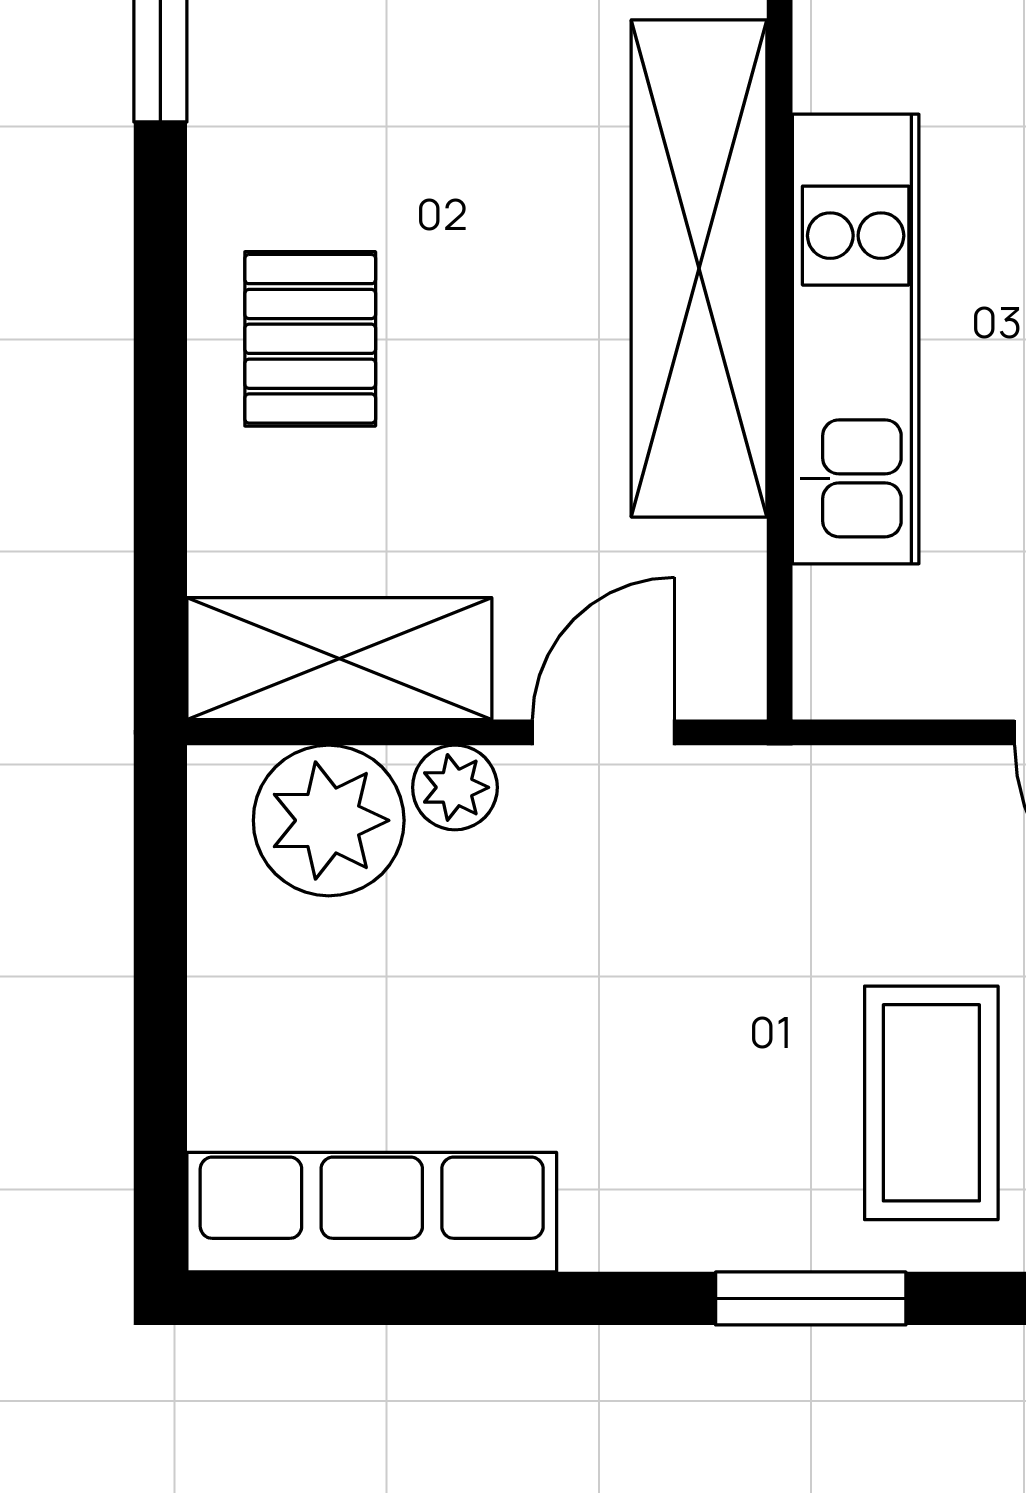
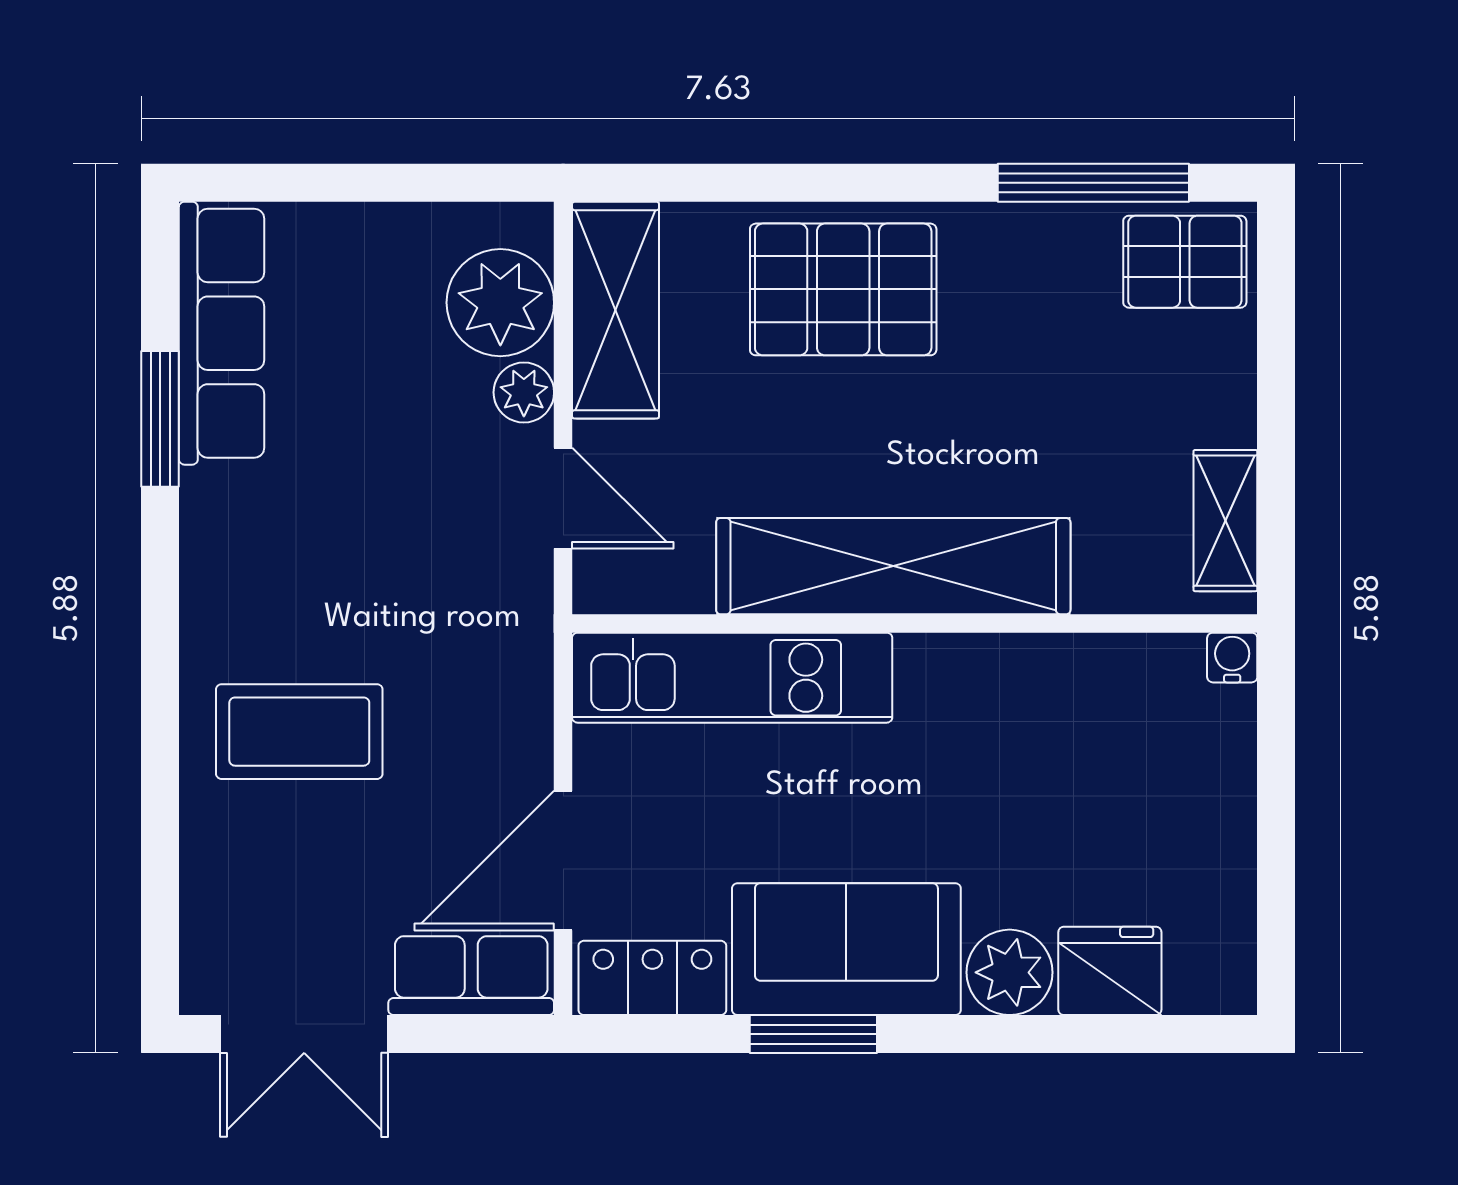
pallet: (310, 339) -> (843, 289), width x1.50, depth x1.42
kitchen unit: (856, 339) -> (732, 678), moved
window: (811, 1298) -> (160, 419), moved

